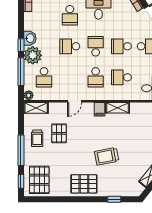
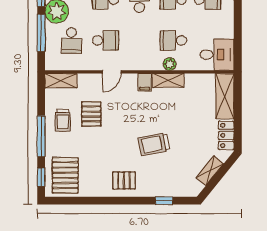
school desk: (96, 77) -> (105, 40), moved, turned -90
plant: (29, 95) -> (170, 64), moved
pallet: (84, 184) -> (124, 180), width x0.67, depth x0.71

